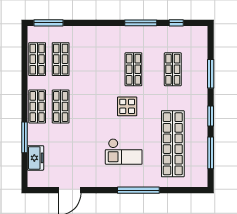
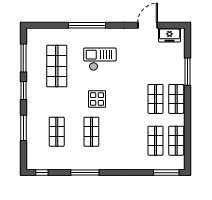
window: (176, 23) -> (42, 173), moved
shop shelf: (173, 144) -> (57, 66), width x0.71
freezer: (35, 158) -> (170, 35), moved, turned -90

